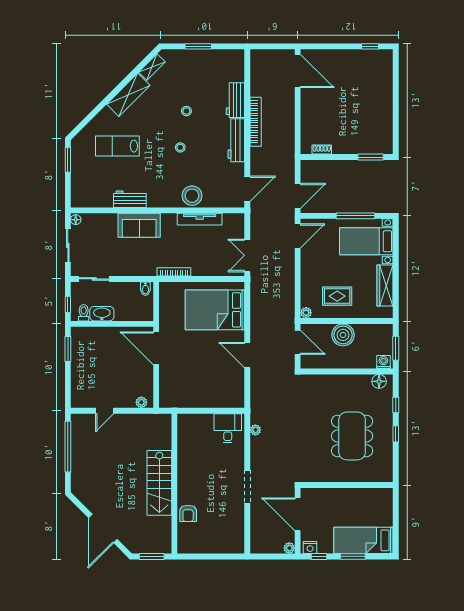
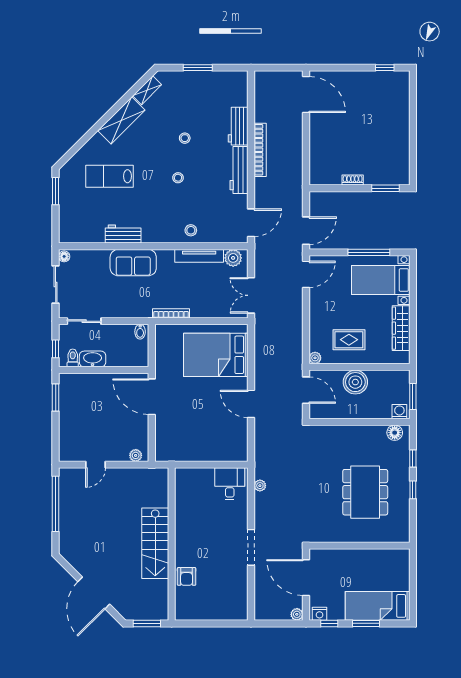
shoe rack: (322, 150) -> (353, 180), moved
stool: (192, 196) -> (191, 230), width x0.53, depth x0.53
plant: (231, 221) -> (233, 258), added

